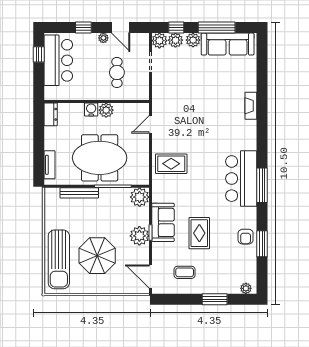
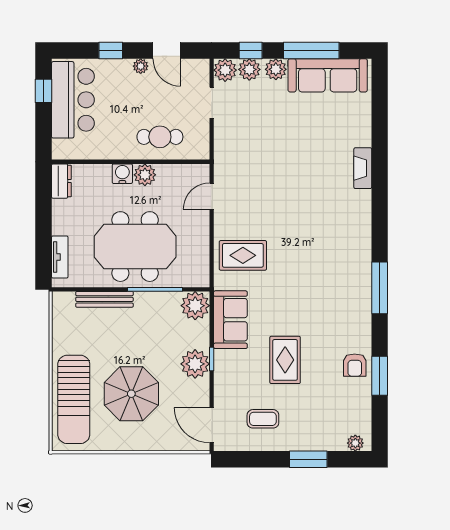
cafe table: (117, 72) -> (160, 137), moved, turned 90
bar counter: (241, 179) -> (348, 278), removed
sofa: (163, 222) -> (230, 320), moved

